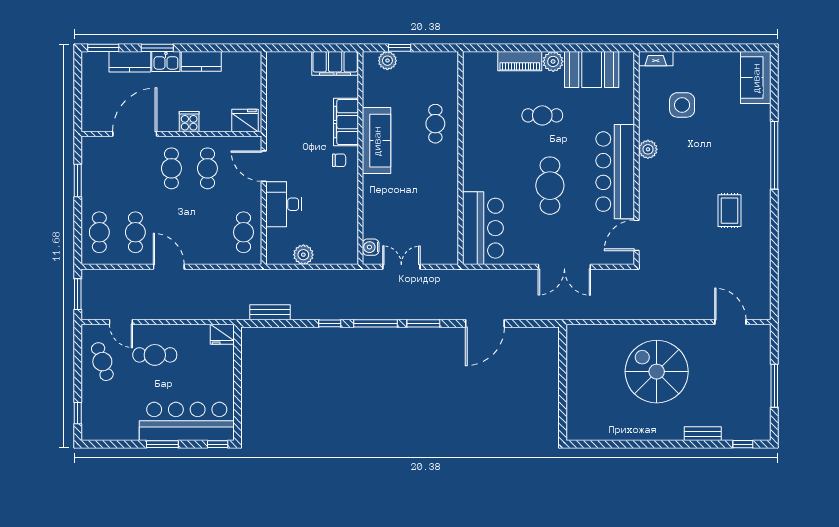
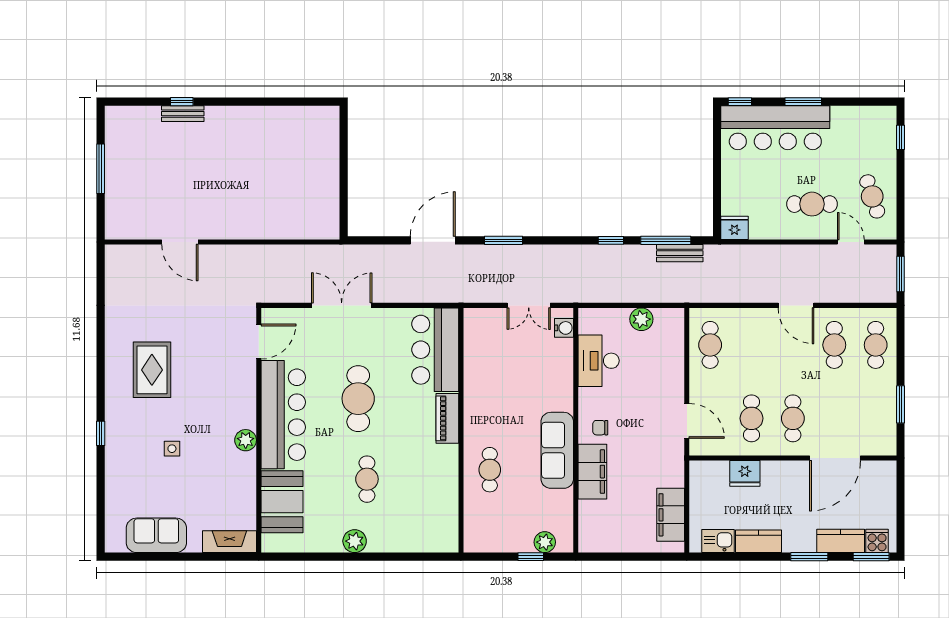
fireplace: (656, 59) -> (229, 542), width x1.37, depth x1.32
piano: (520, 61) -> (447, 418), moved, turned -90
kitchen sink: (166, 62) -> (718, 541), moved
filing cabinet: (335, 63) -> (671, 515), moved, turned -90
booth: (592, 70) -> (282, 502), moved, turned 90
sofa: (756, 78) -> (156, 535), moved, turned -90
side table: (682, 105) -> (172, 449), moved, width x0.54, depth x0.54
cafe table: (542, 115) -> (367, 479), turned 90
fridge: (245, 120) -> (745, 473), moved
cooker: (189, 122) -> (877, 541), moved, turned 180
window: (774, 155) -> (101, 433), width x0.32
desk: (284, 204) -> (599, 361), moved, turned 180
rug: (729, 211) -> (152, 370), width x1.36, depth x1.43
door: (730, 322) -> (180, 242), moved
window: (375, 323) -> (666, 240), moved
spiral stairs: (657, 372) -> (236, 185), removed
window: (743, 444) -> (182, 102), moved

